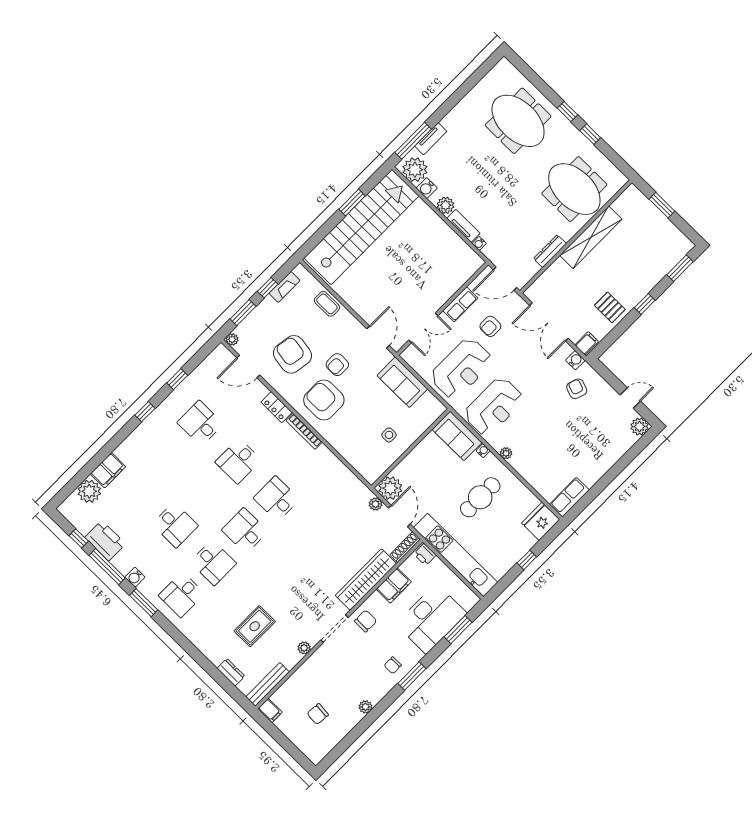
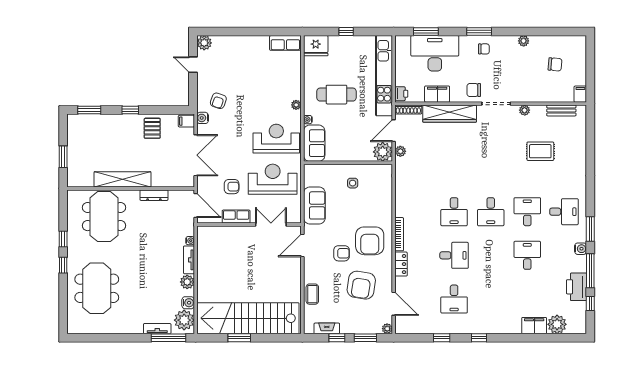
dresser: (231, 672) -> (581, 139), removed
bench: (268, 684) -> (561, 110), width x0.73

